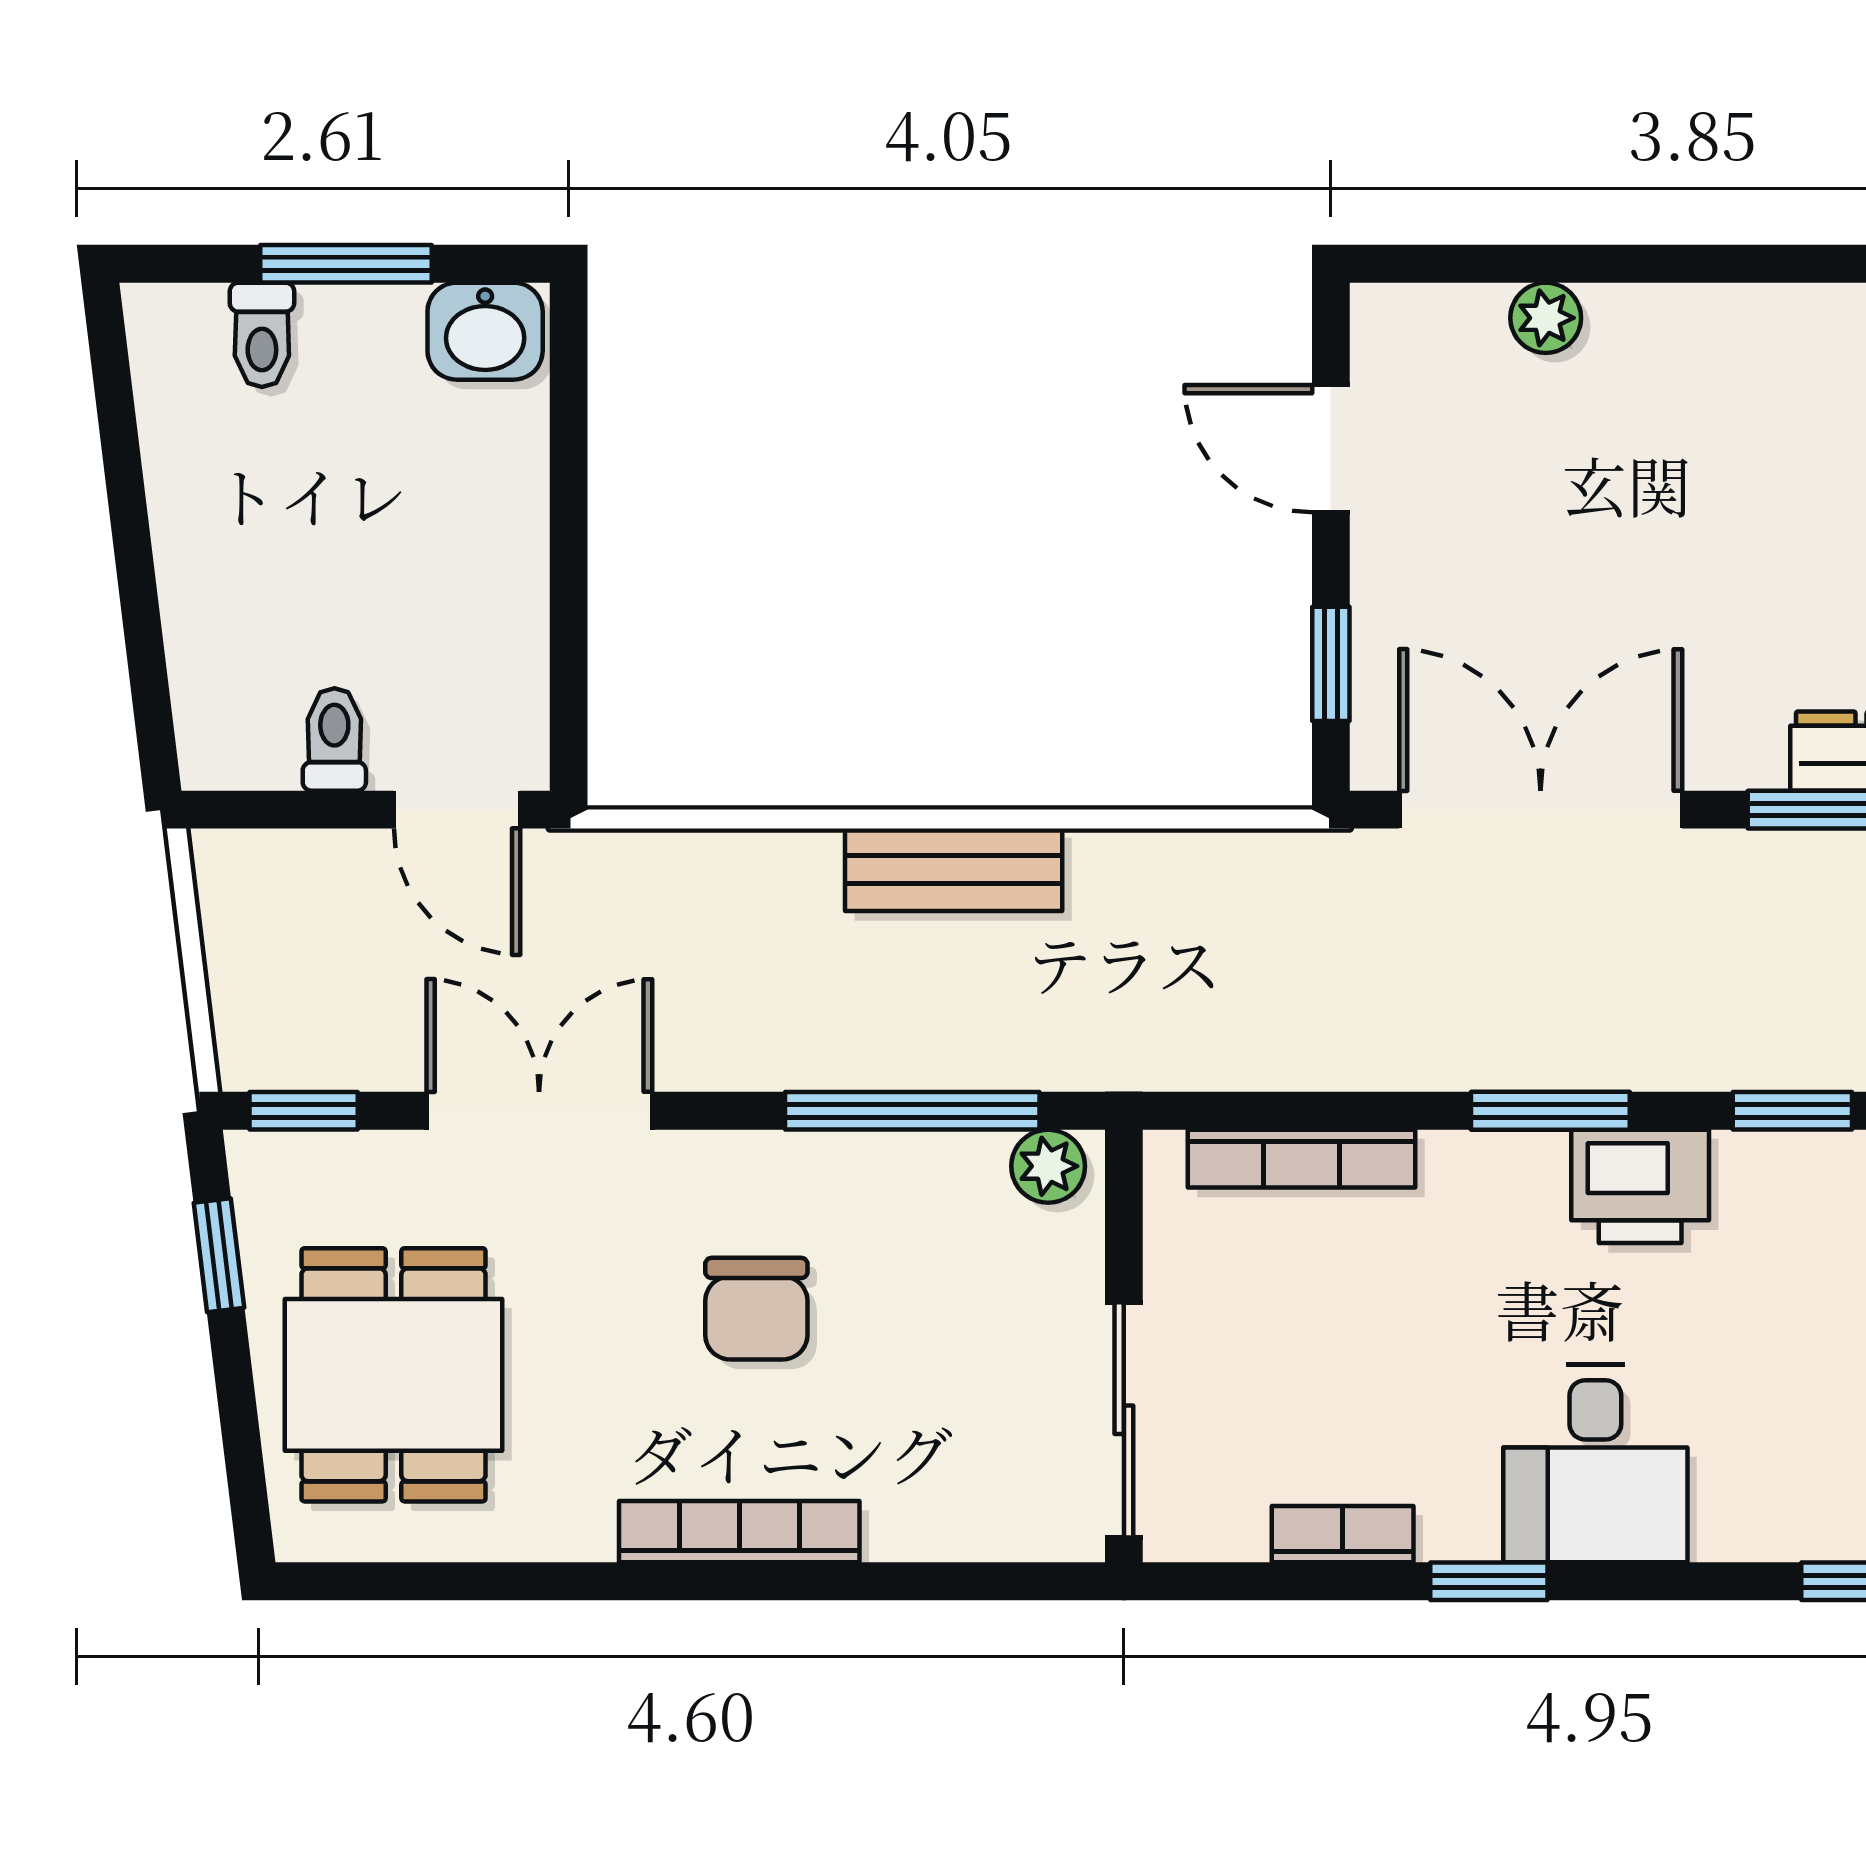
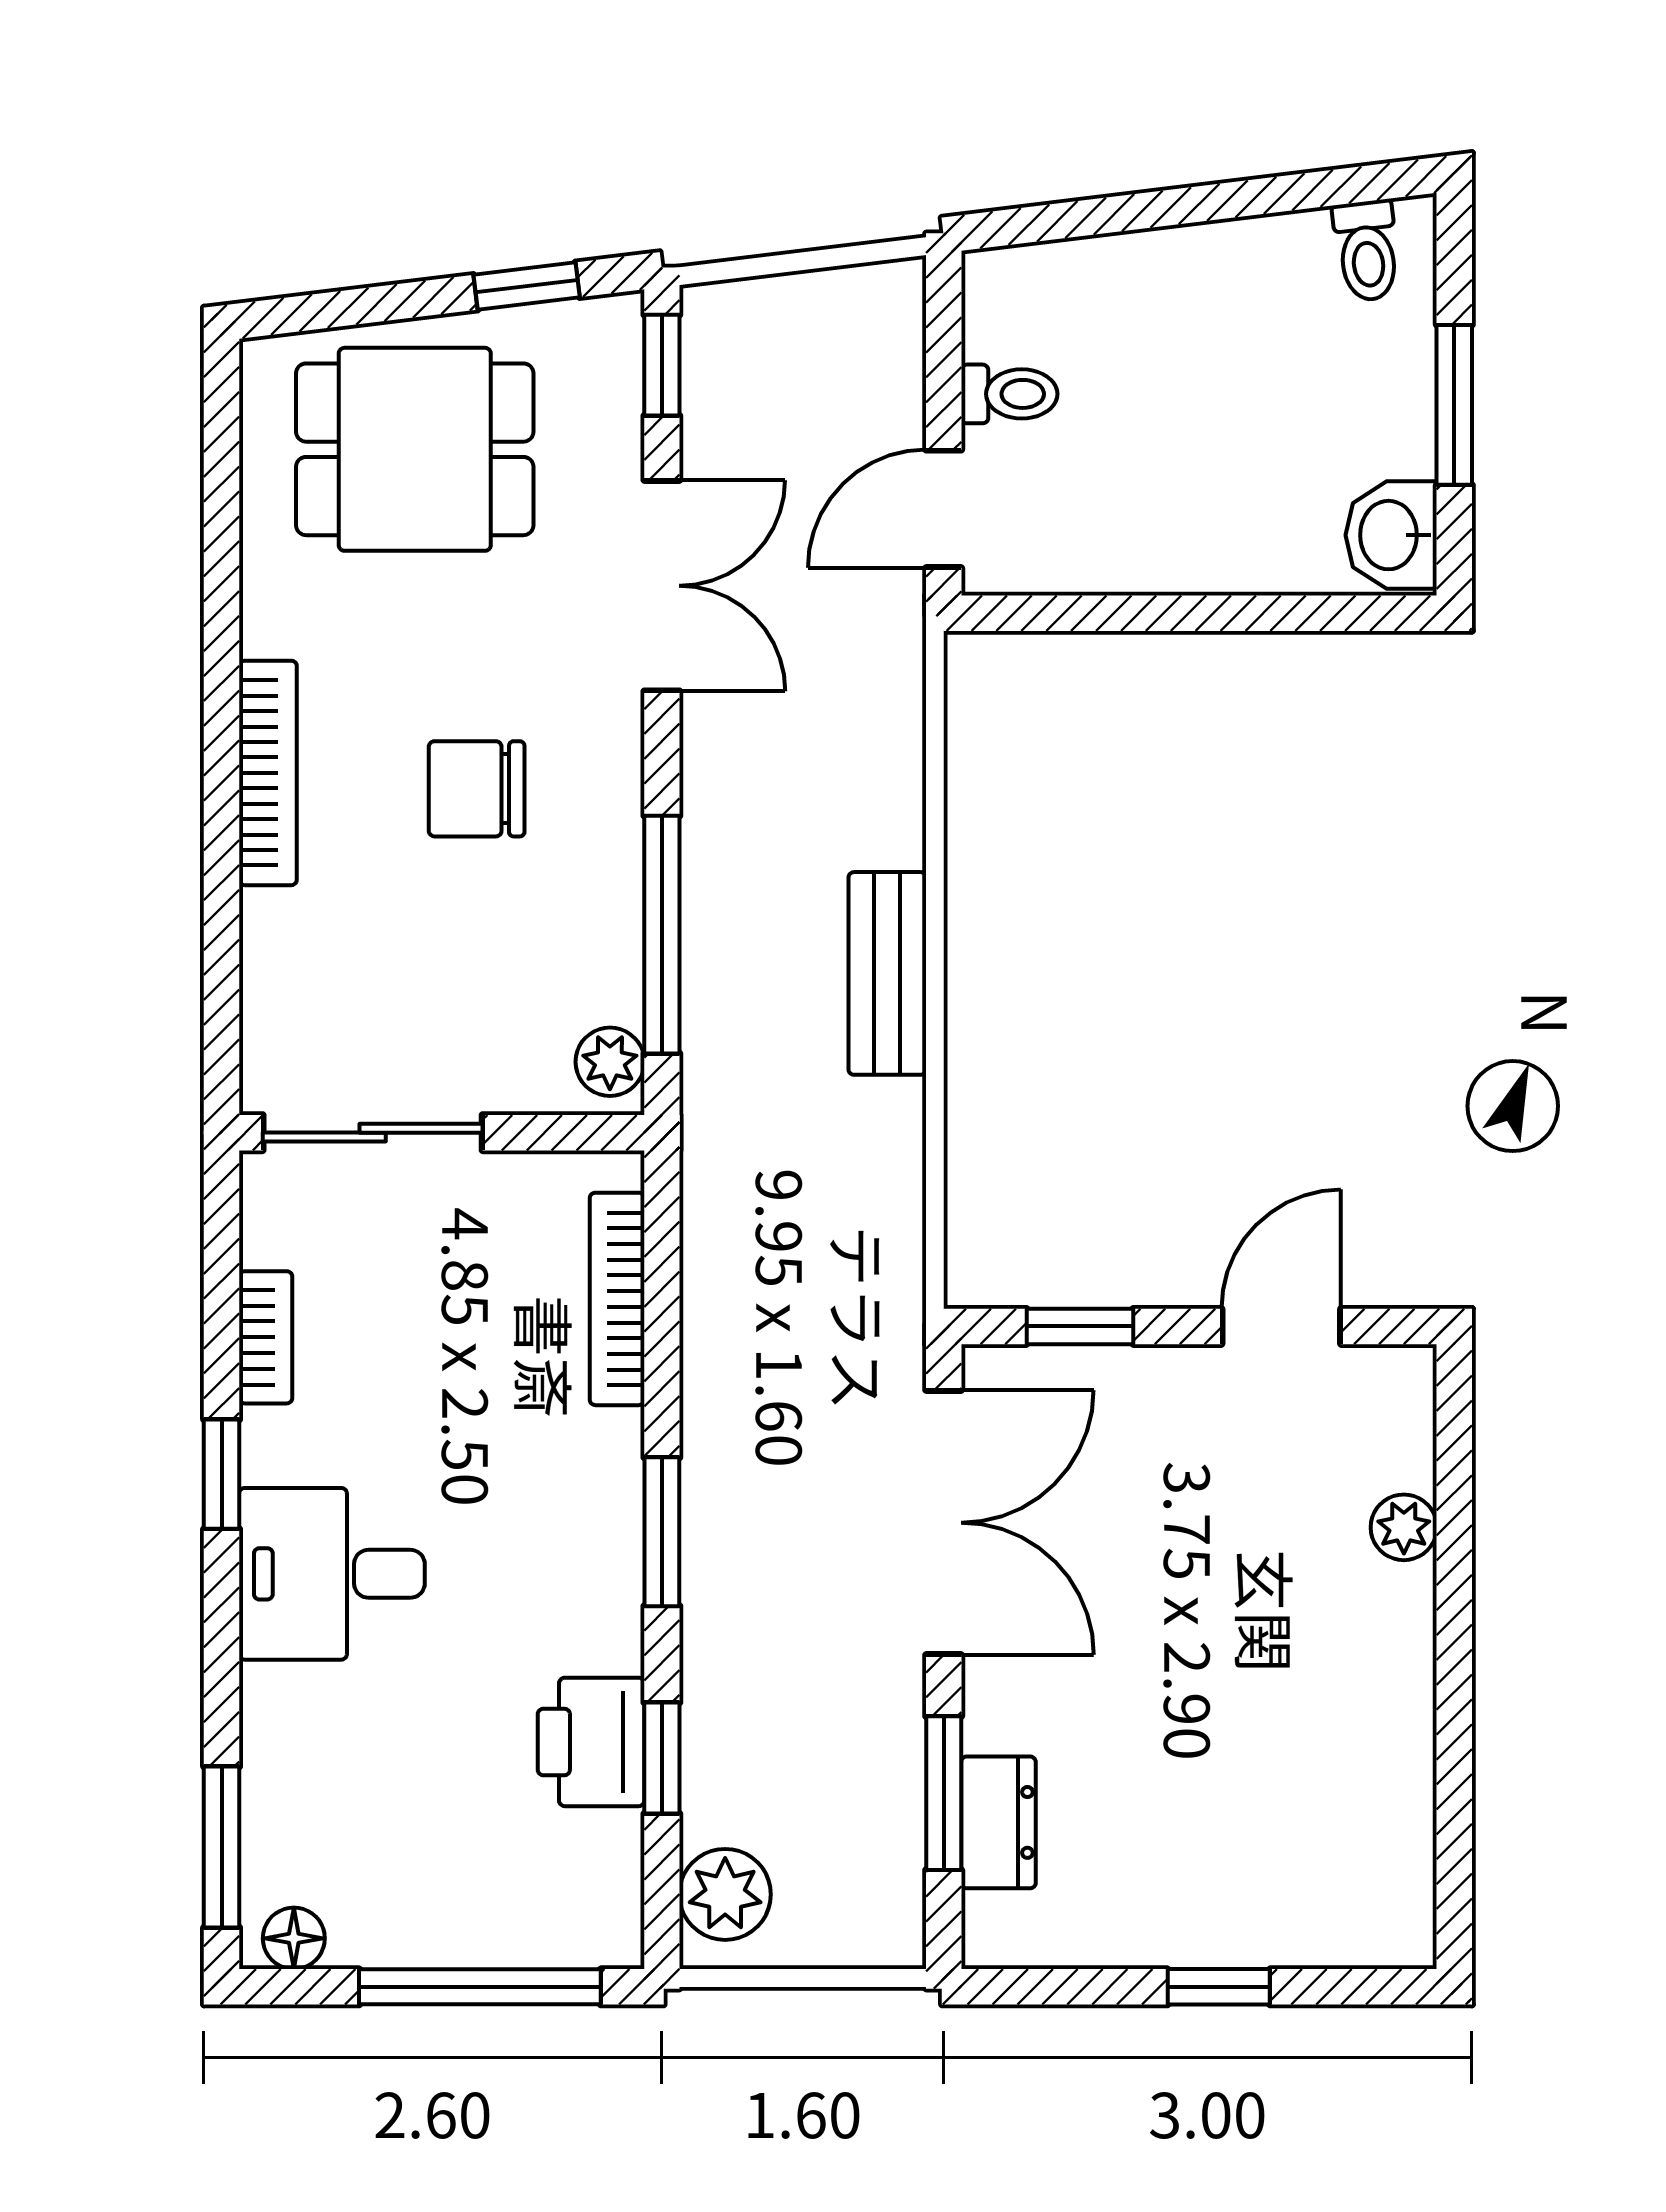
toilet: (262, 335) -> (1367, 251), moved, turned -97
printer: (1640, 1186) -> (591, 1742), moved

